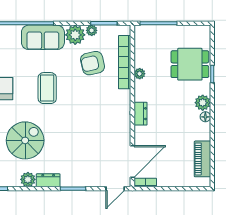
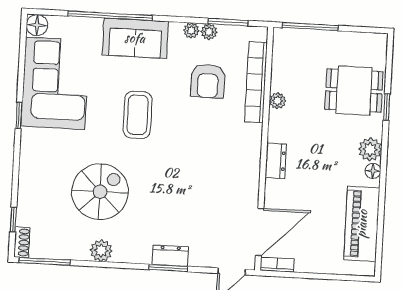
plant: (75, 35) -> (191, 31), width x0.53, depth x0.53
armchair: (93, 63) -> (208, 81), turned -77
piano: (203, 159) -> (362, 224), width x1.37, depth x1.33
dresser: (48, 180) -> (170, 256), moved

